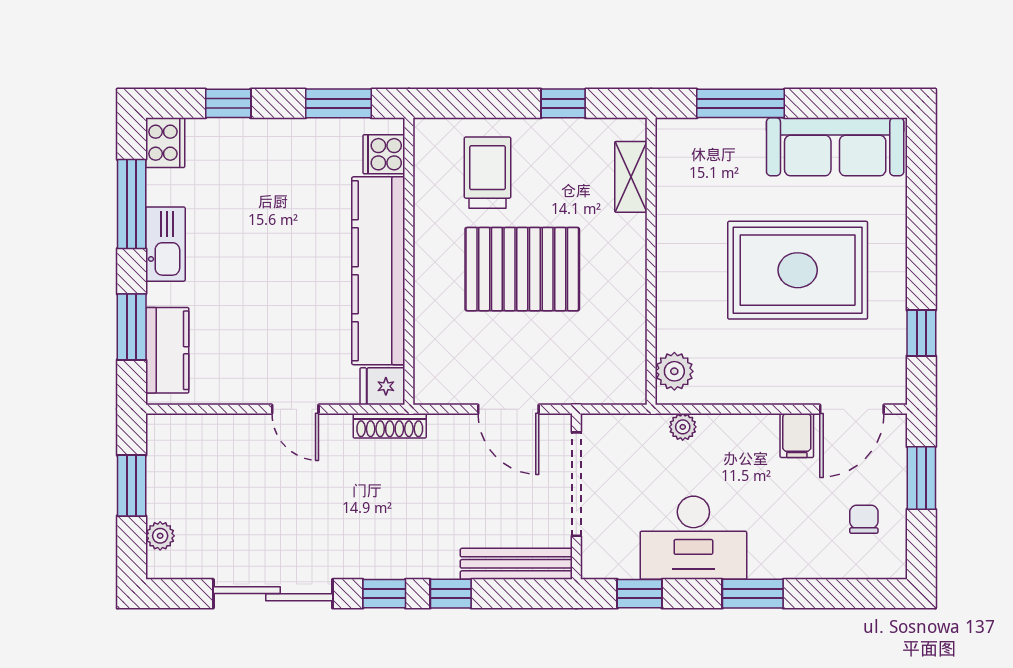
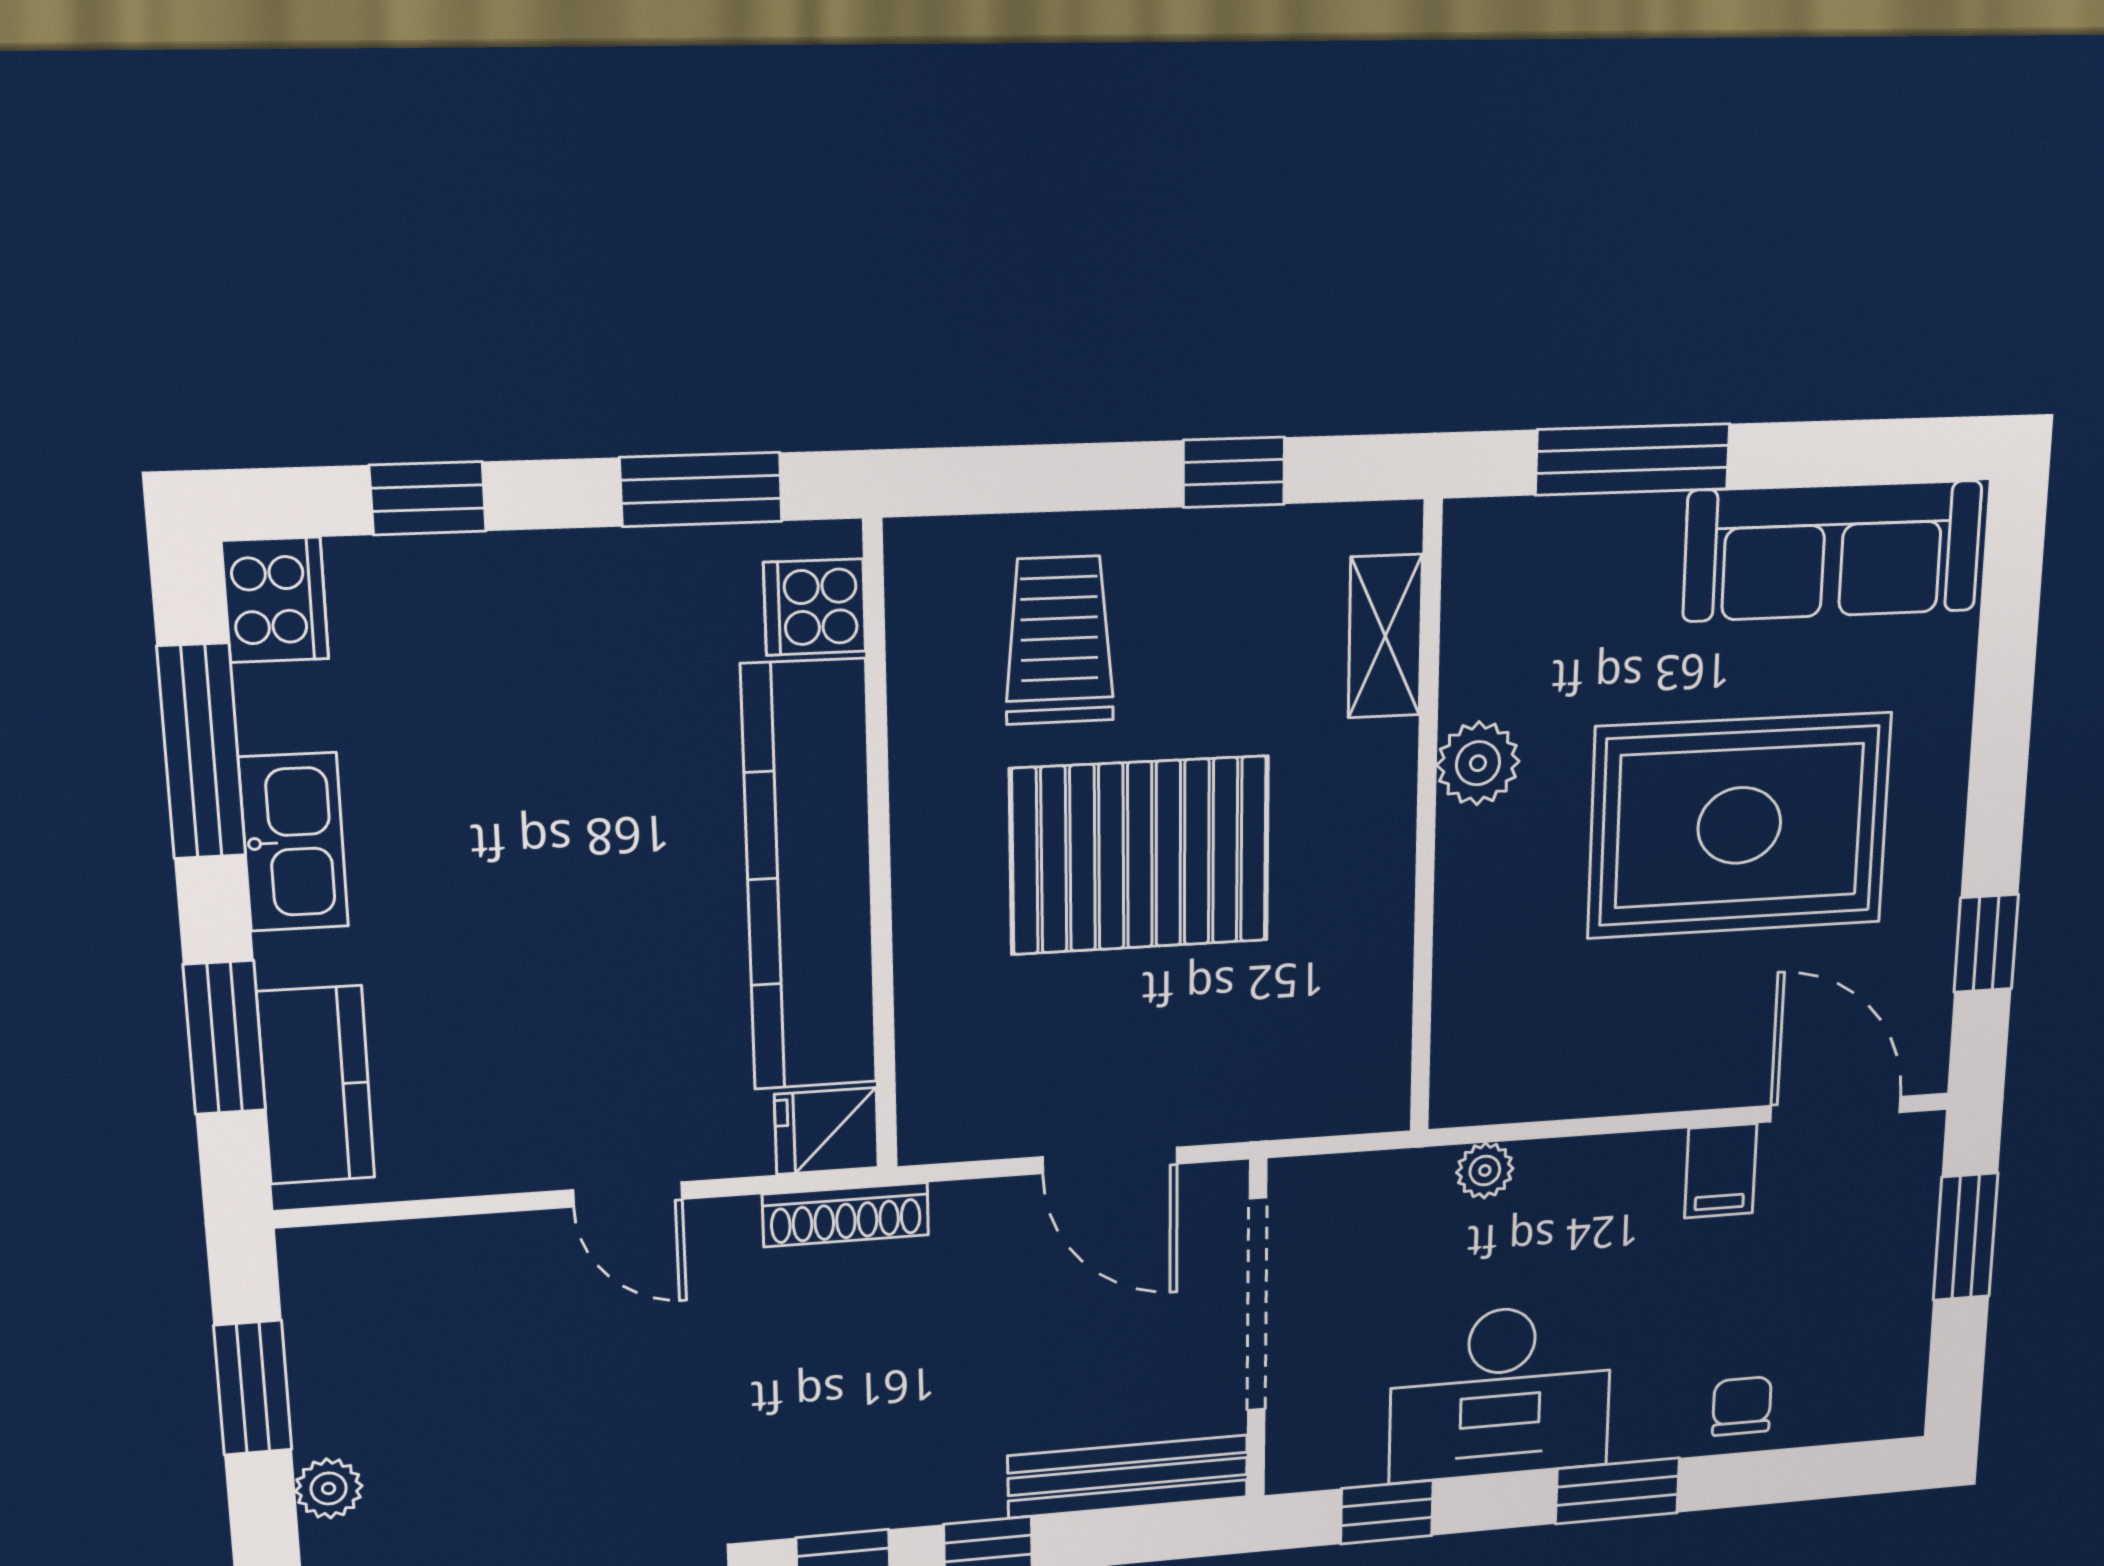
plant: (674, 371) -> (1478, 763), moved
door: (852, 409) -> (1836, 1109), swing flipped
chair: (864, 519) -> (1742, 1406), moved

